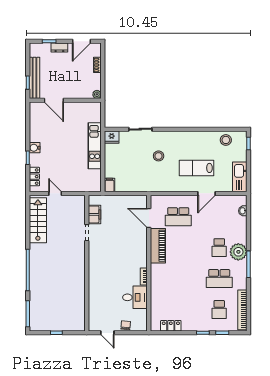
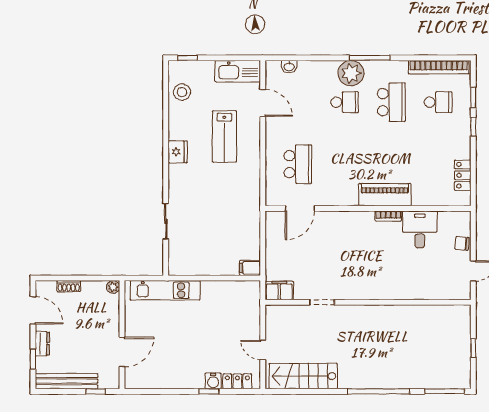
bench: (35, 78) -> (67, 381), moved
fridge: (112, 137) -> (178, 152), moved
kitchen unit: (95, 146) -> (165, 290), moved
water cooler: (35, 148) -> (213, 381), moved
stool: (159, 156) -> (206, 194), removed
door: (55, 193) -> (263, 350), hinge flipped
door: (207, 193) -> (263, 103), moved
filing cabinet: (94, 214) -> (279, 291), moved
piano: (158, 246) -> (385, 195), moved

